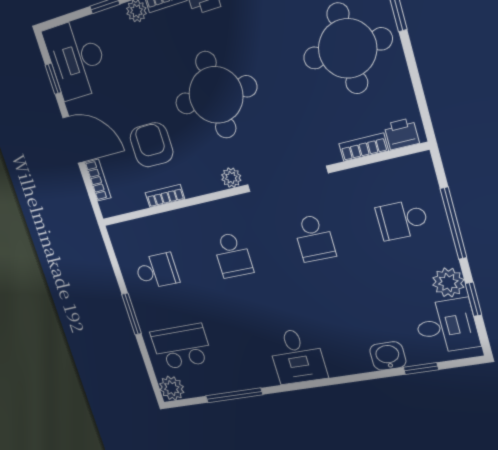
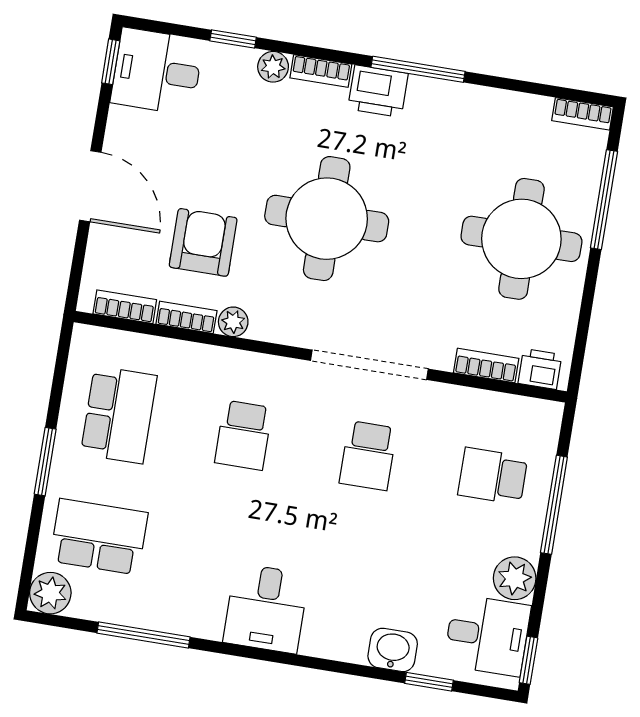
desk: (77, 59) -> (157, 71), width x0.73
window: (53, 79) -> (111, 62), moved
plant: (231, 178) -> (233, 322), moved
bookcase: (98, 180) -> (125, 307), moved, turned -90
school desk: (157, 271) -> (119, 415), width x1.85
window: (474, 299) -> (529, 660), moved

